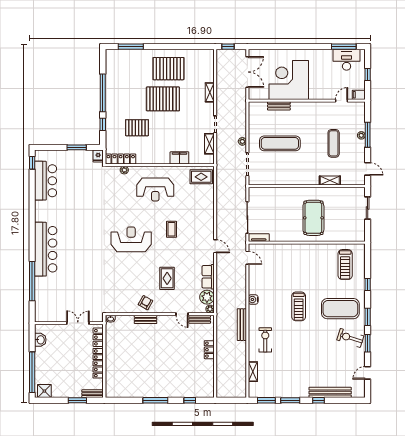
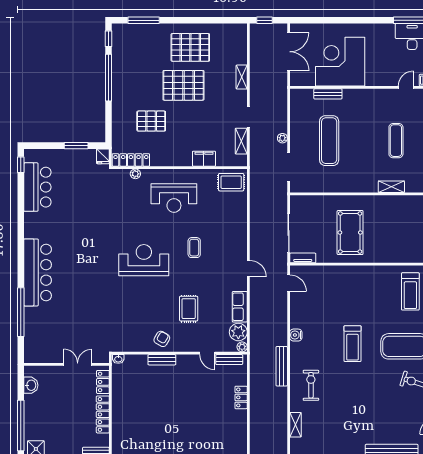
window: (103, 124) -> (109, 39), moved
exercise mat: (280, 143) -> (329, 141), turned 90
pool table: (313, 218) -> (350, 233), moved

